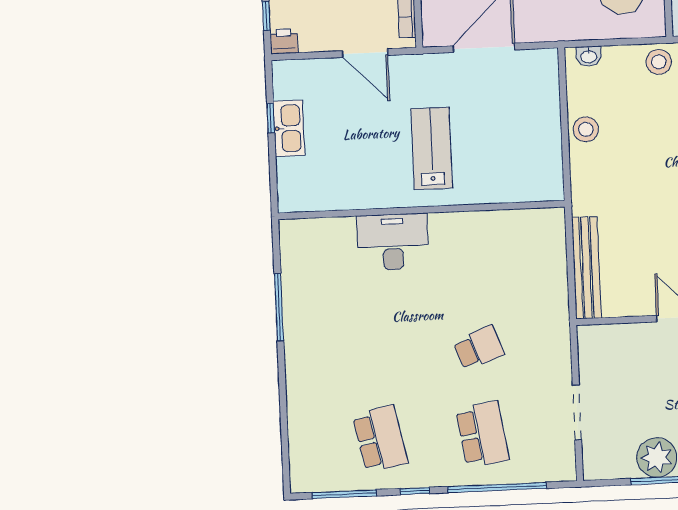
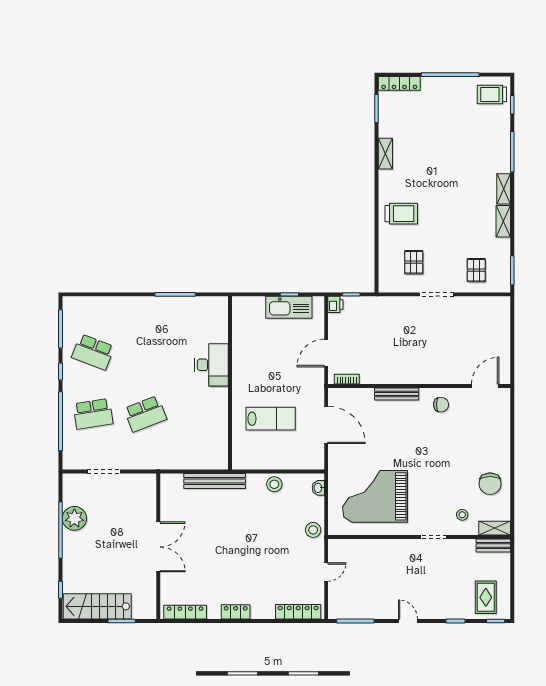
kitchen sink: (289, 128) -> (289, 307), width x1.36, depth x1.24
lab bench: (432, 148) -> (271, 419), moved
bench: (586, 268) -> (215, 481), moved
school desk: (479, 348) -> (145, 414), width x1.85
school desk: (380, 439) -> (93, 352), turned 33

